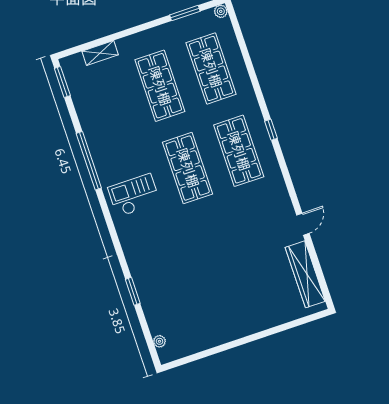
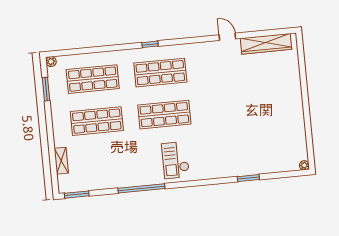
plant: (159, 341) -> (304, 165), moved

